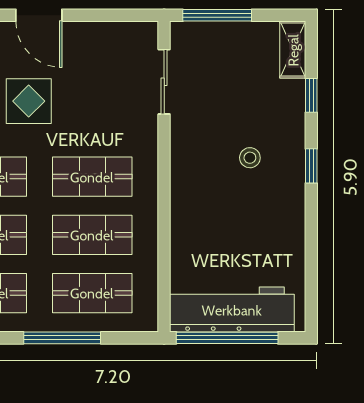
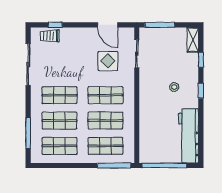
door: (39, 15) -> (108, 25), moved
display table: (29, 101) -> (108, 61), moved
workbench: (232, 310) -> (189, 136), moved, turned -90
window: (62, 338) -> (114, 165), moved

